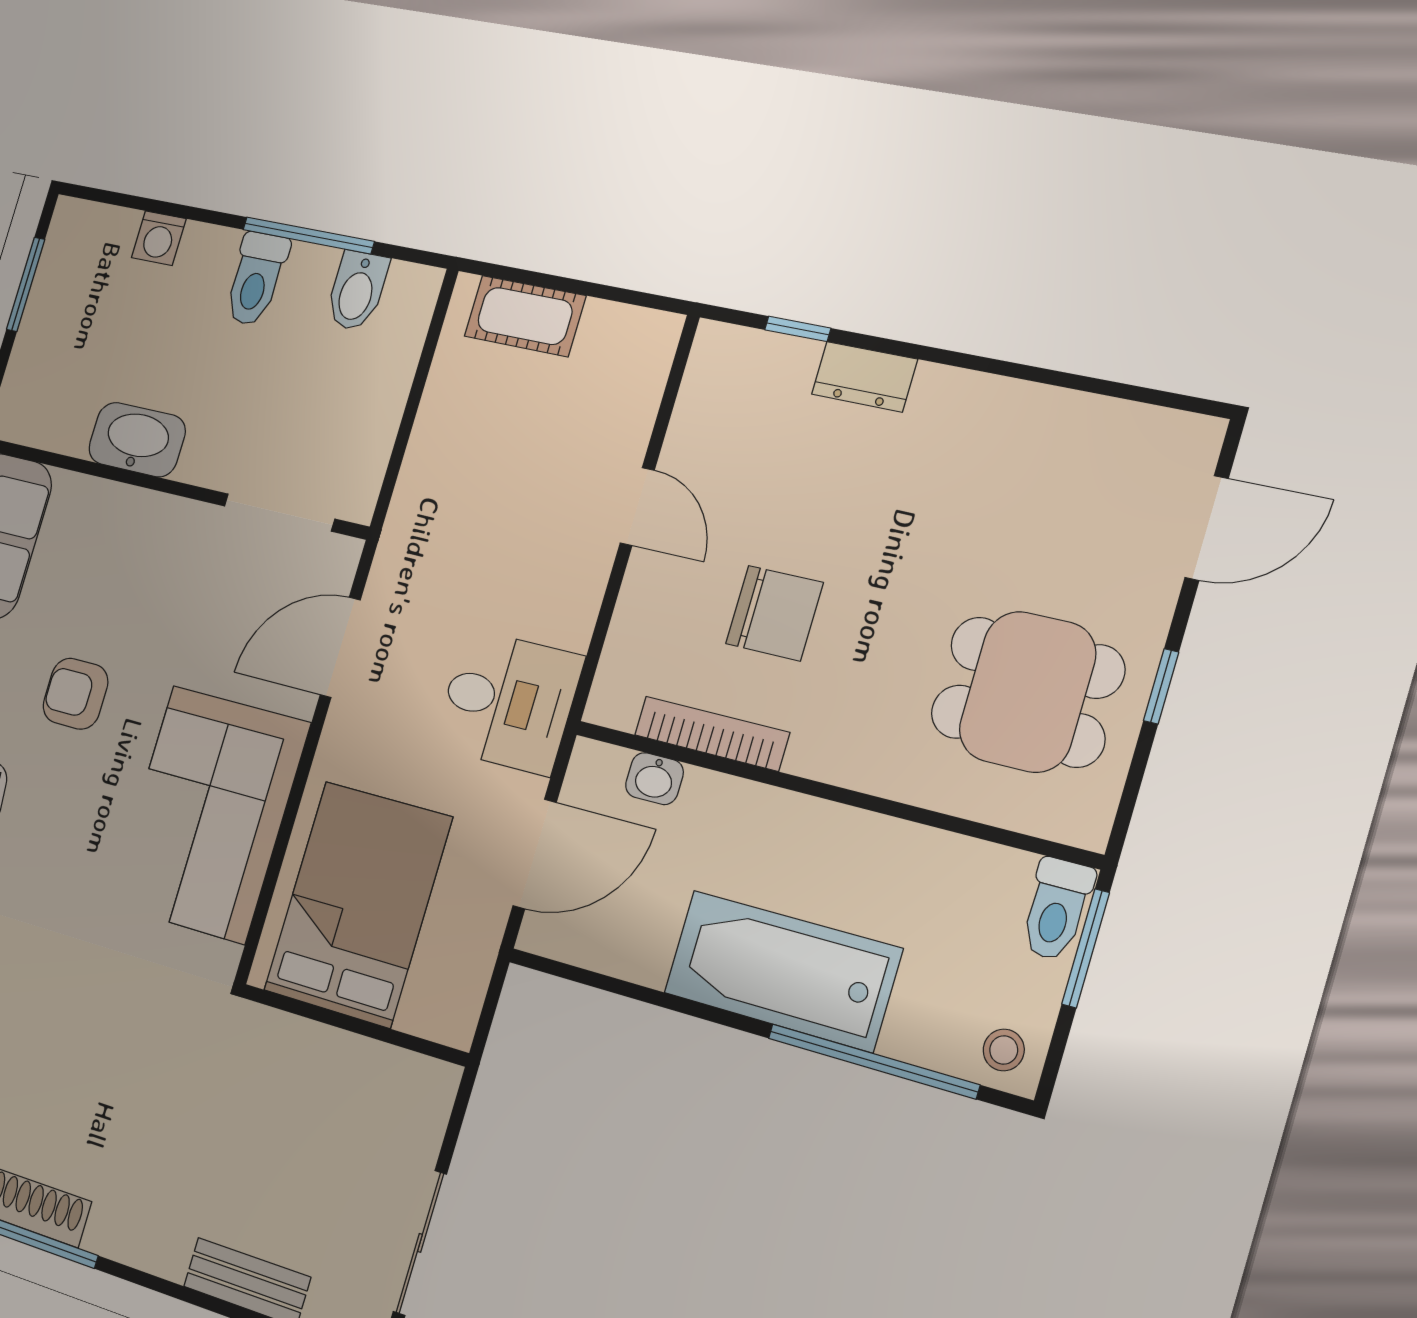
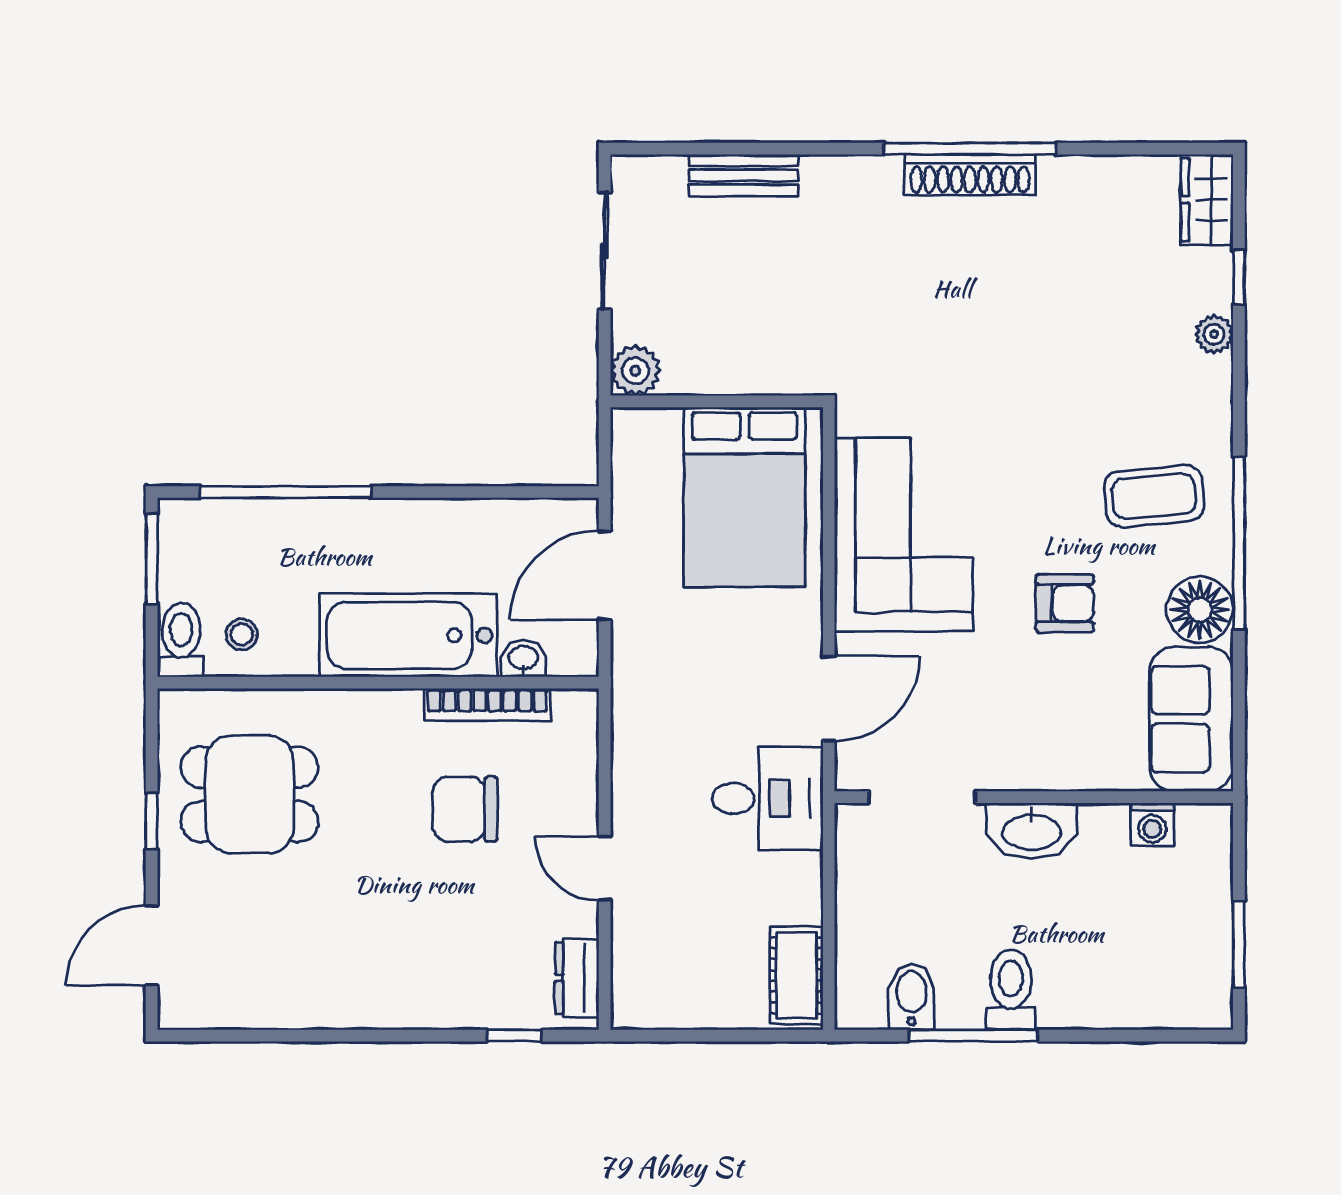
washing machine: (159, 238) -> (1152, 824), moved, turned 180
cot: (525, 316) -> (796, 975), moved, turned 90
dresser: (864, 377) -> (577, 978), moved, turned -90
washbasin: (137, 440) -> (1032, 831), moved
desk: (508, 702) -> (768, 798), moved, turned 180
window: (1086, 948) -> (152, 559), moved
bathtub: (782, 971) -> (408, 635), moved, turned 180
stool: (1004, 1050) -> (242, 634), moved
plant: (429, 1088) -> (635, 371), added

